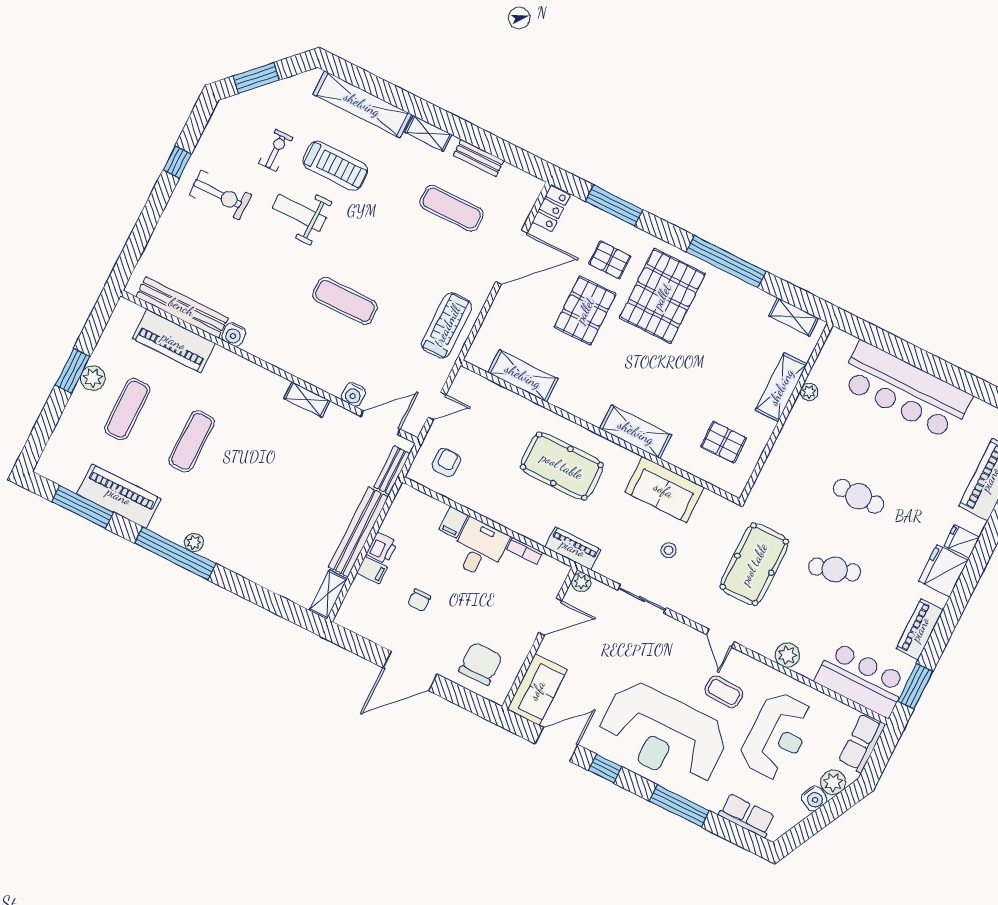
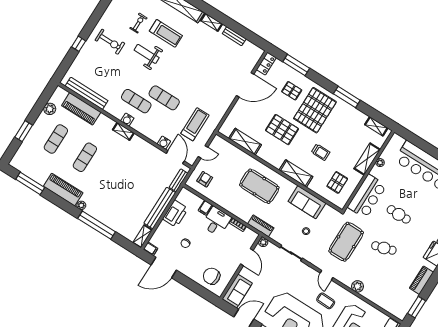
window: (177, 162) -> (79, 44), moved
exercise mat: (452, 208) -> (136, 101), moved
window: (726, 262) -> (347, 97), width x0.68
pallet: (585, 310) -> (282, 130), moved, turned 90
treadmill: (447, 326) -> (195, 124), moved
water cooler: (234, 335) -> (127, 120), moved
window: (73, 371) -> (24, 131), moved
plant: (93, 378) -> (50, 109), moved
trolley: (683, 382) -> (321, 152), added
shelving: (307, 400) -> (123, 131), moved
door: (380, 423) -> (175, 157), hinge flipped
pallet: (724, 442) -> (337, 182), turned 90
piano: (119, 496) -> (63, 190), moved
printer: (382, 548) -> (175, 214), width x1.87, depth x1.48
window: (175, 553) -> (97, 225), moved
filing cabinet: (372, 570) -> (151, 249), moved
door: (550, 617) -> (247, 257), hinge flipped
chair: (481, 664) -> (212, 276), turned -90
door: (410, 671) -> (164, 267), moved
bar counter: (861, 680) -> (367, 196), moved, turned 90

